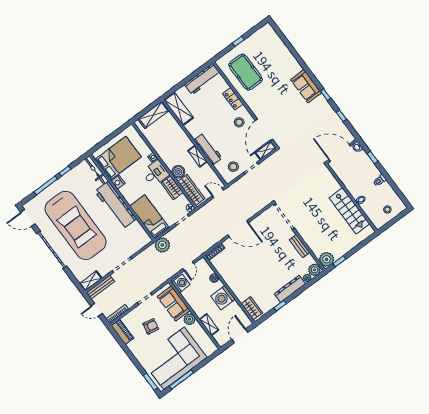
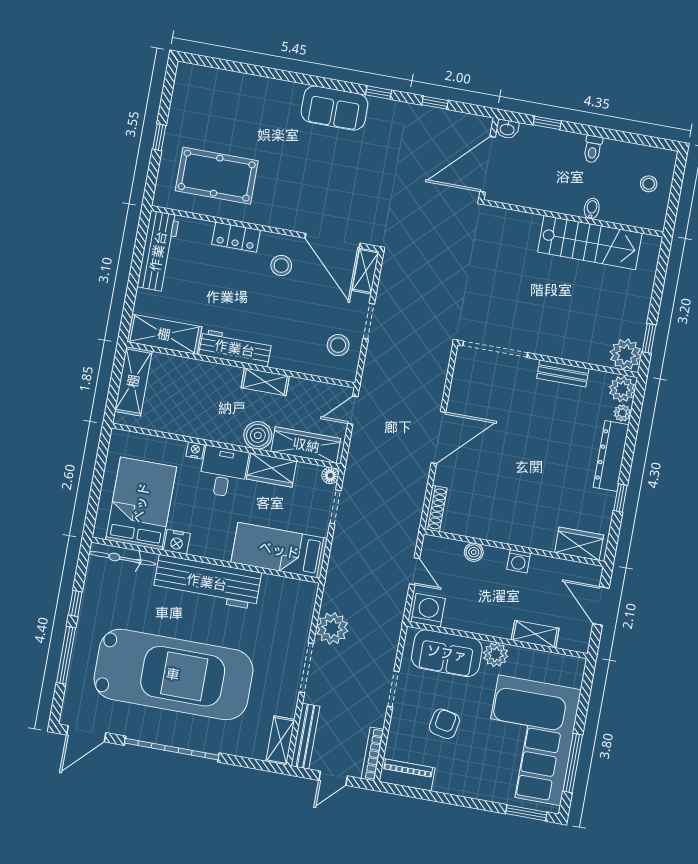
workbench: (208, 149) -> (235, 348), moved
plant: (162, 245) -> (332, 628), moved
washing machine: (223, 298) -> (519, 561), width x0.53, depth x0.53

